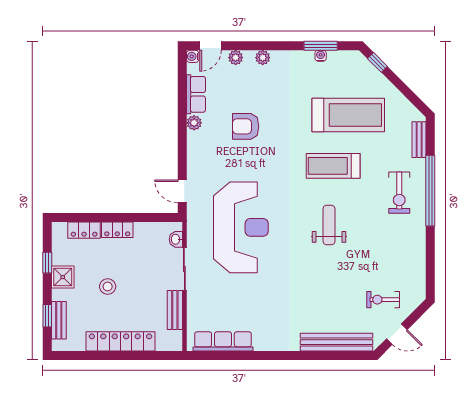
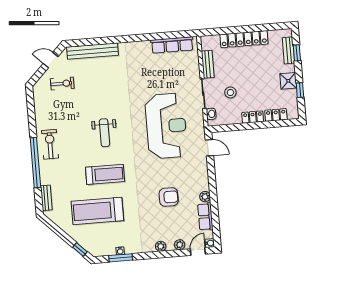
exercise bike: (399, 193) -> (50, 144), moved
reception desk: (241, 227) -> (166, 126), turned 180
stool: (108, 286) -> (230, 92), moved

